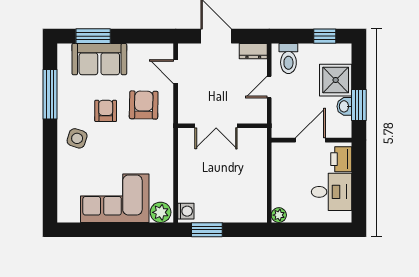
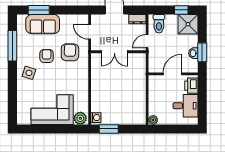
shower: (336, 80) -> (188, 24), moved
double door: (216, 126) -> (114, 52), moved
wall: (222, 126) -> (118, 52), moved

